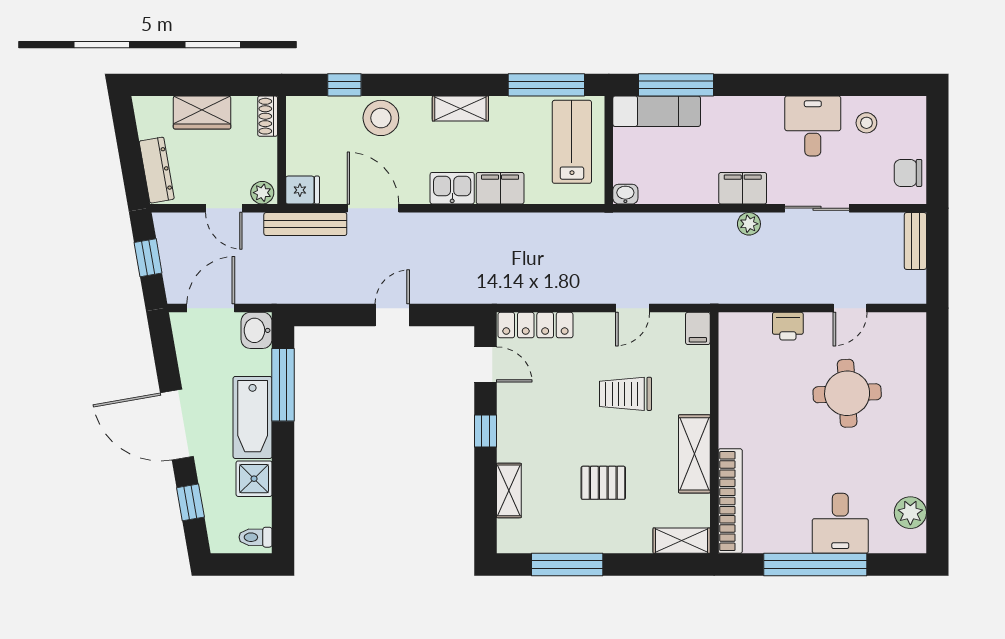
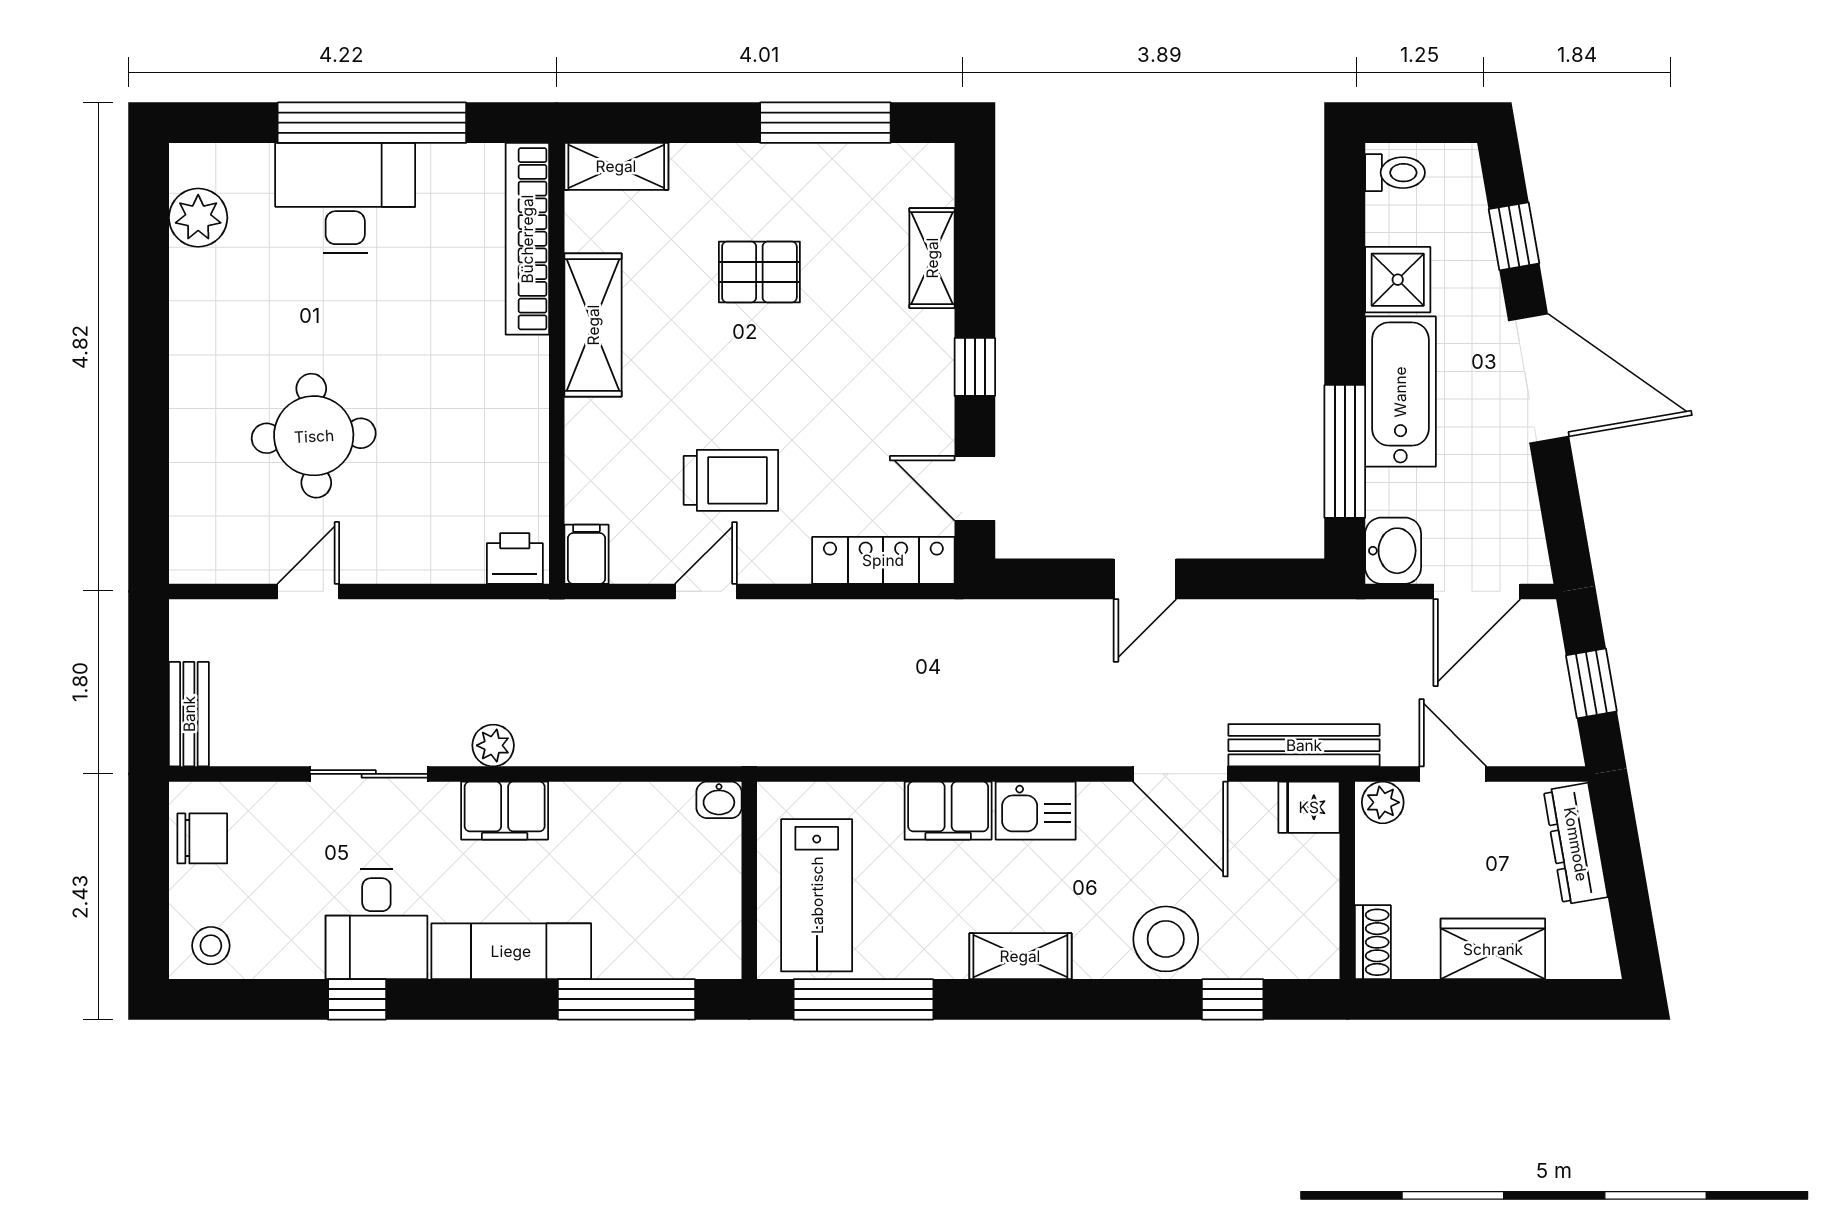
window: (823, 85) -> (357, 999), added
exam couch: (657, 111) -> (511, 951), moved
stool: (866, 123) -> (211, 946), moved
printer: (788, 326) -> (515, 558), moved
trolley: (625, 394) -> (731, 480), moved
desk: (840, 523) -> (345, 198), width x1.37

